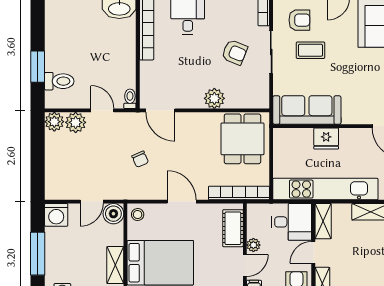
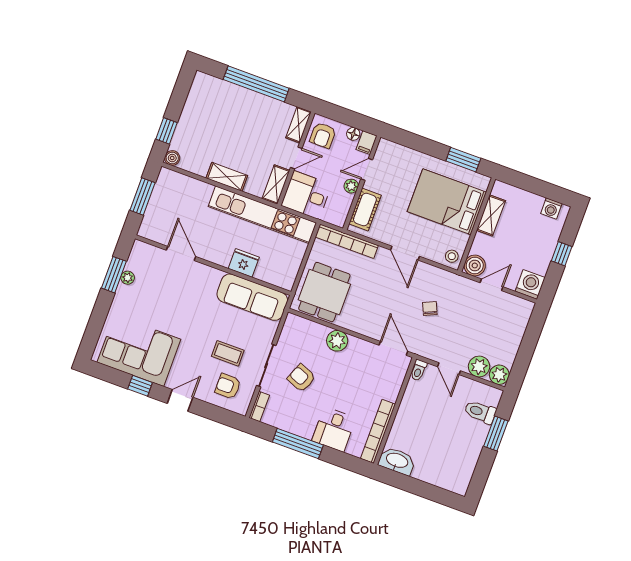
window: (38, 254) -> (562, 254), width x0.46

